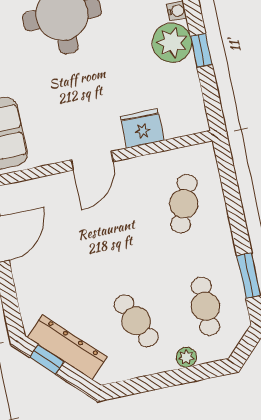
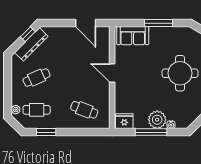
window: (201, 50) -> (151, 132), width x2.17
fridge: (142, 128) -> (124, 121), moved, turned -90
plant: (186, 357) -> (16, 110), moved

